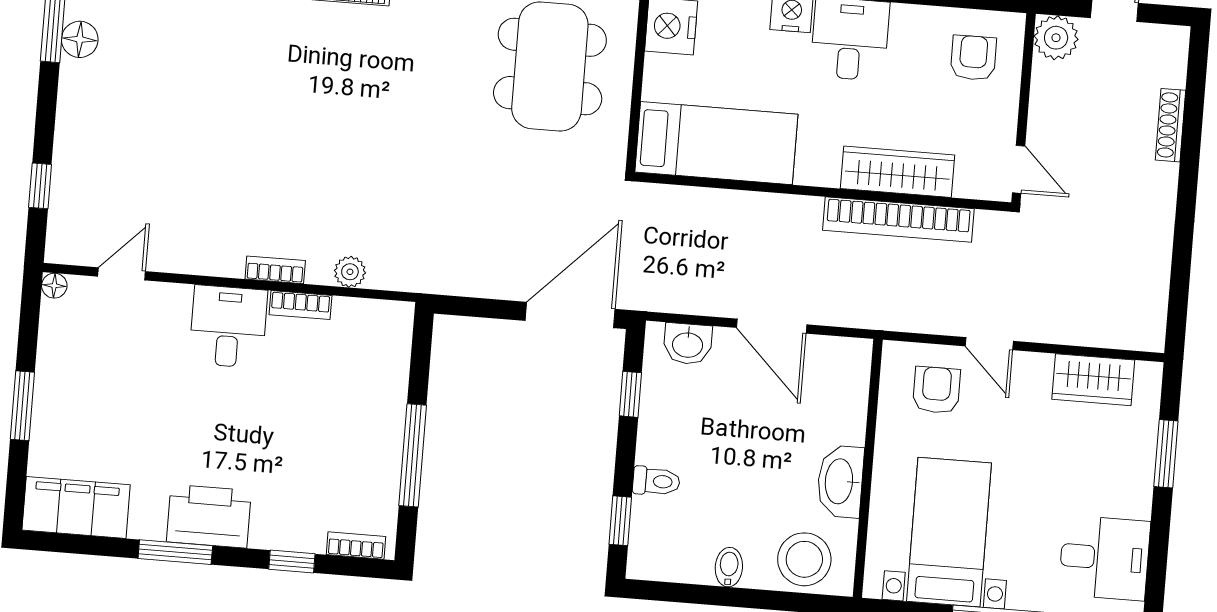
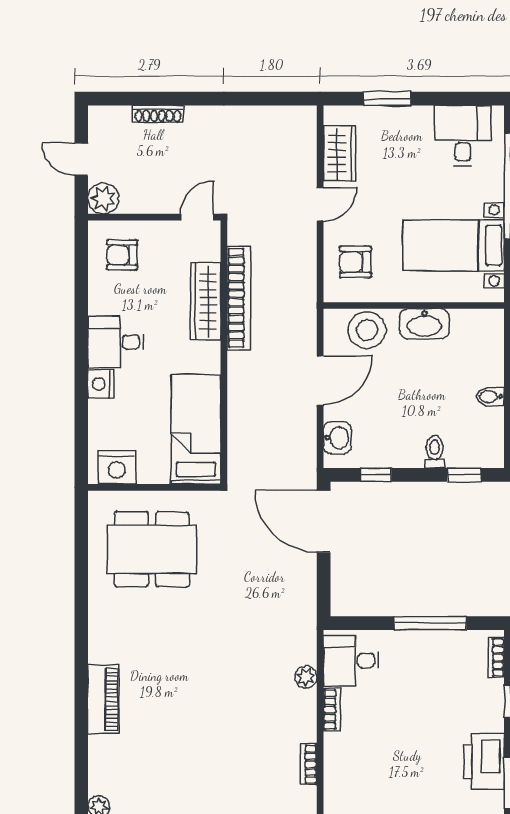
bookcase: (275, 270) -> (309, 764), moved
desk: (228, 327) -> (351, 661), moved
door: (989, 344) -> (320, 204), moved
stool: (804, 559) -> (367, 330), moved

